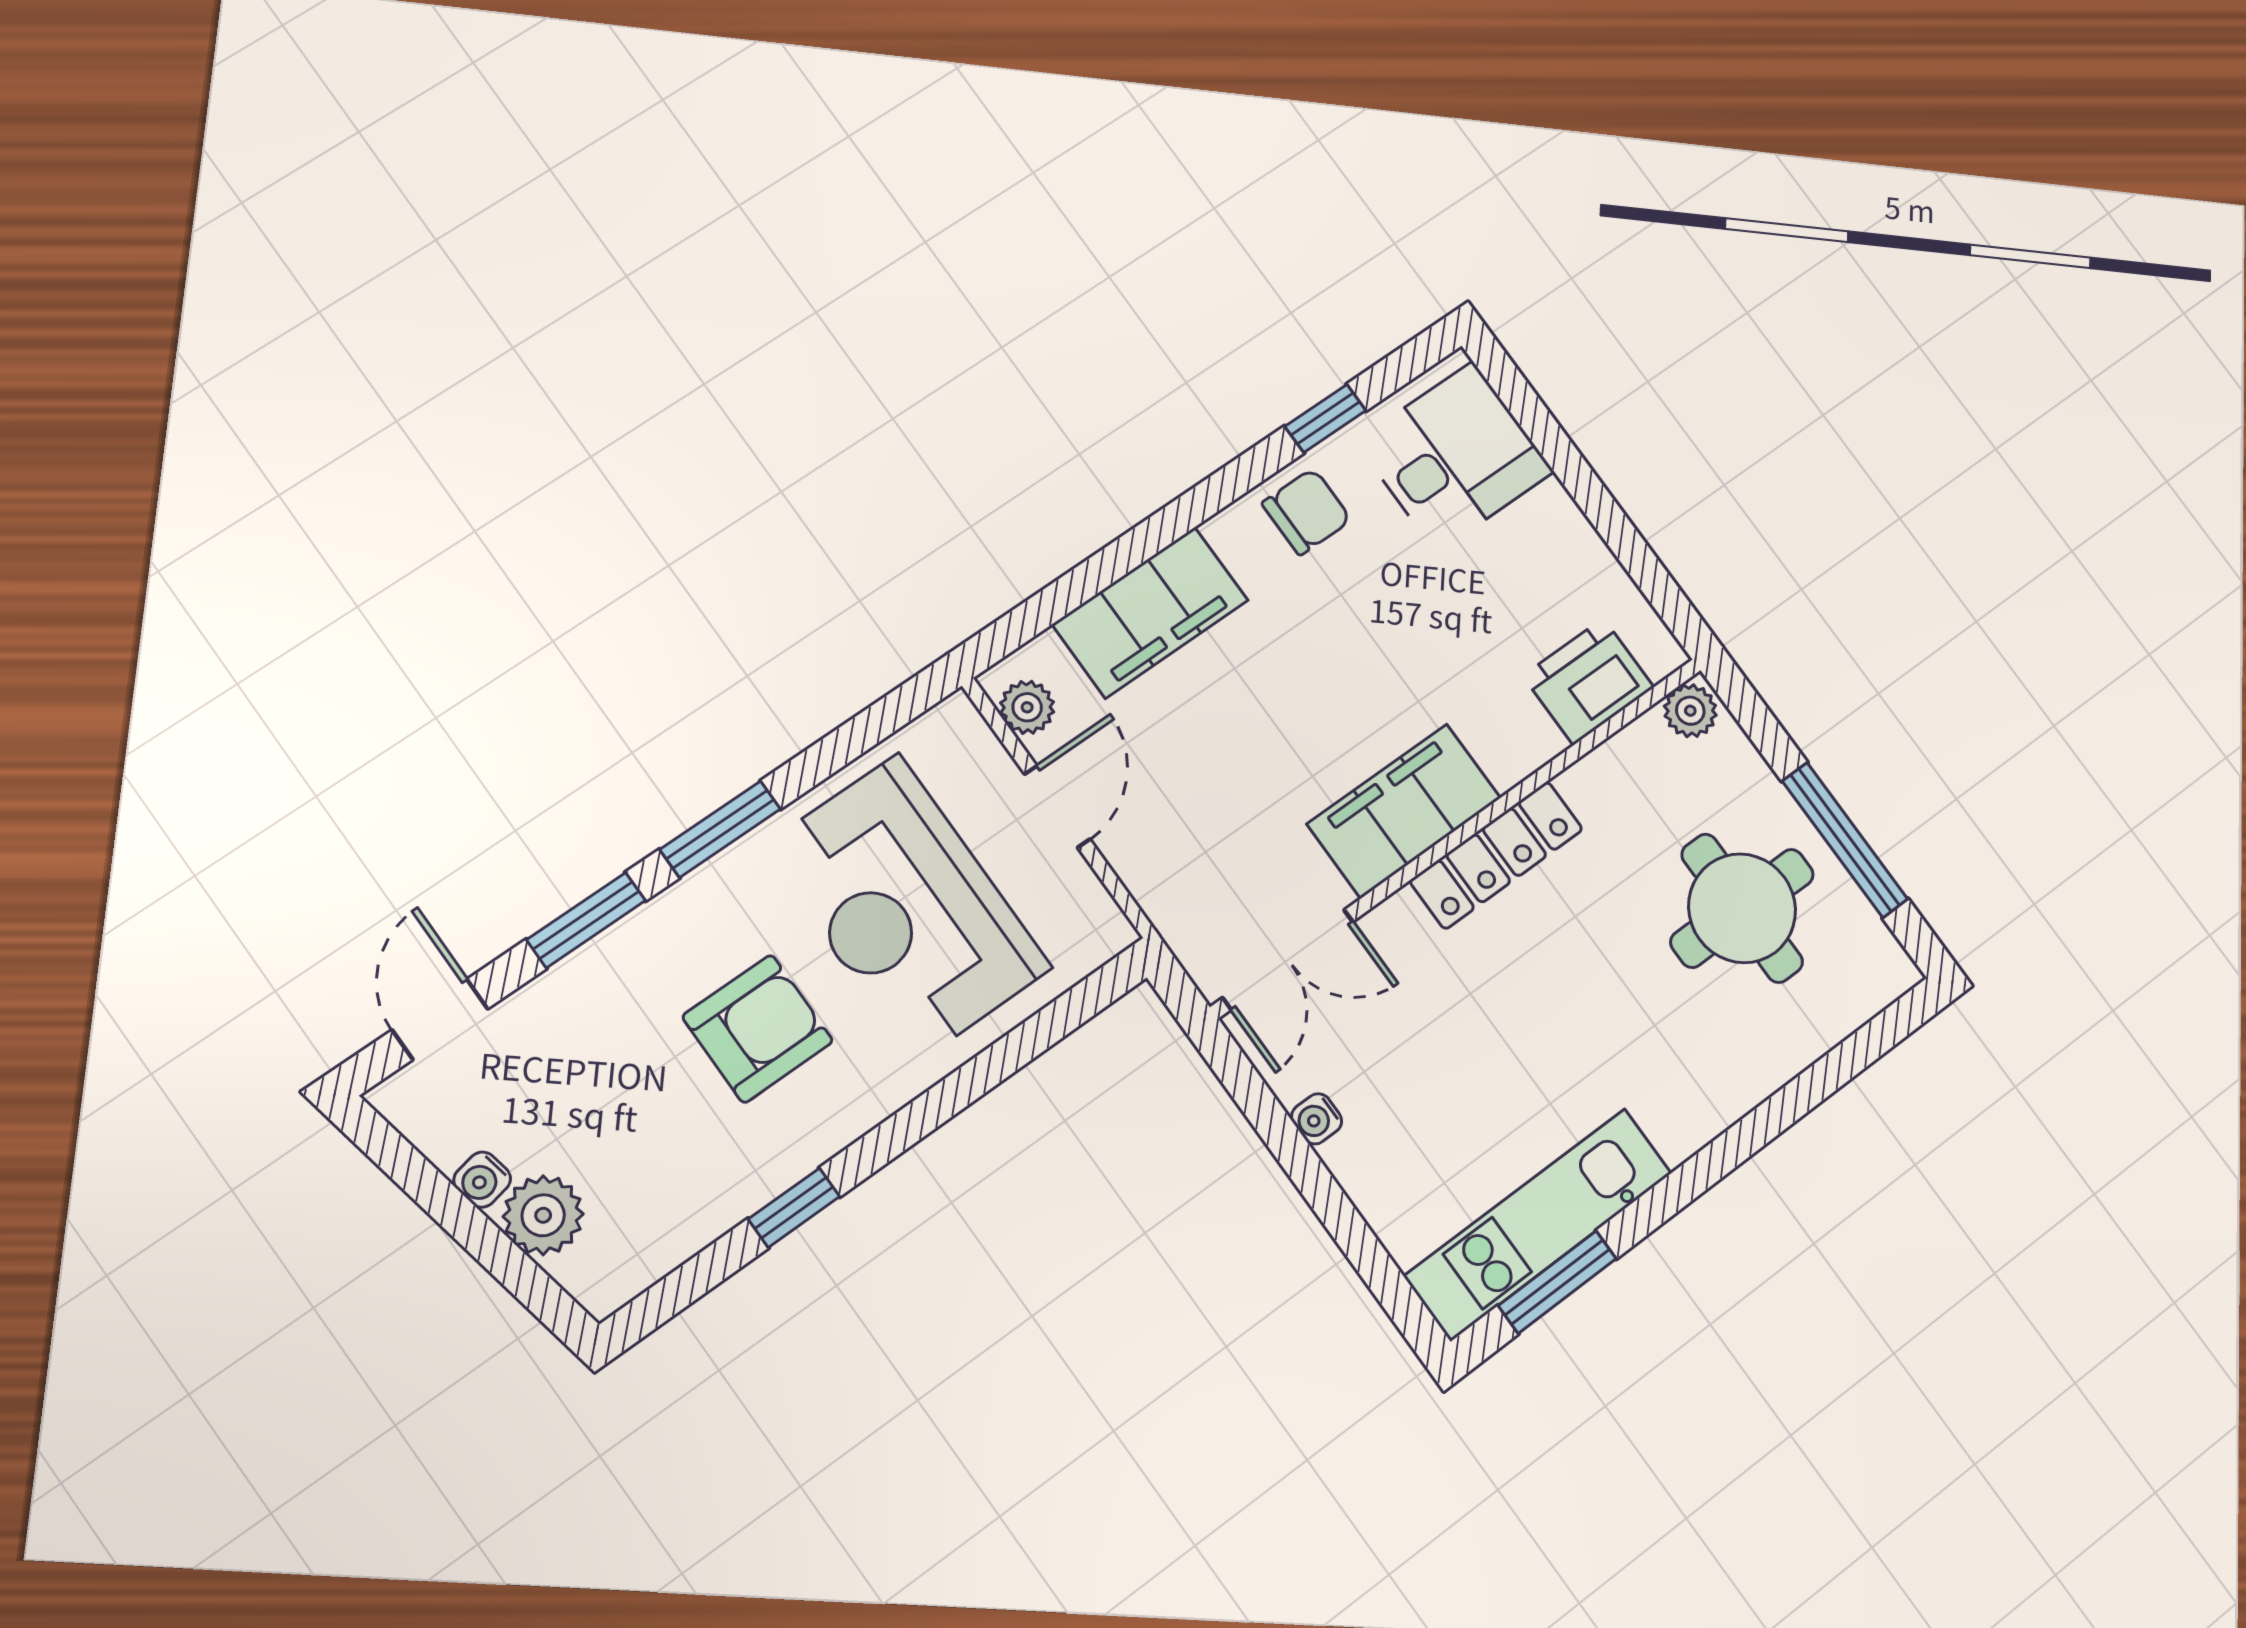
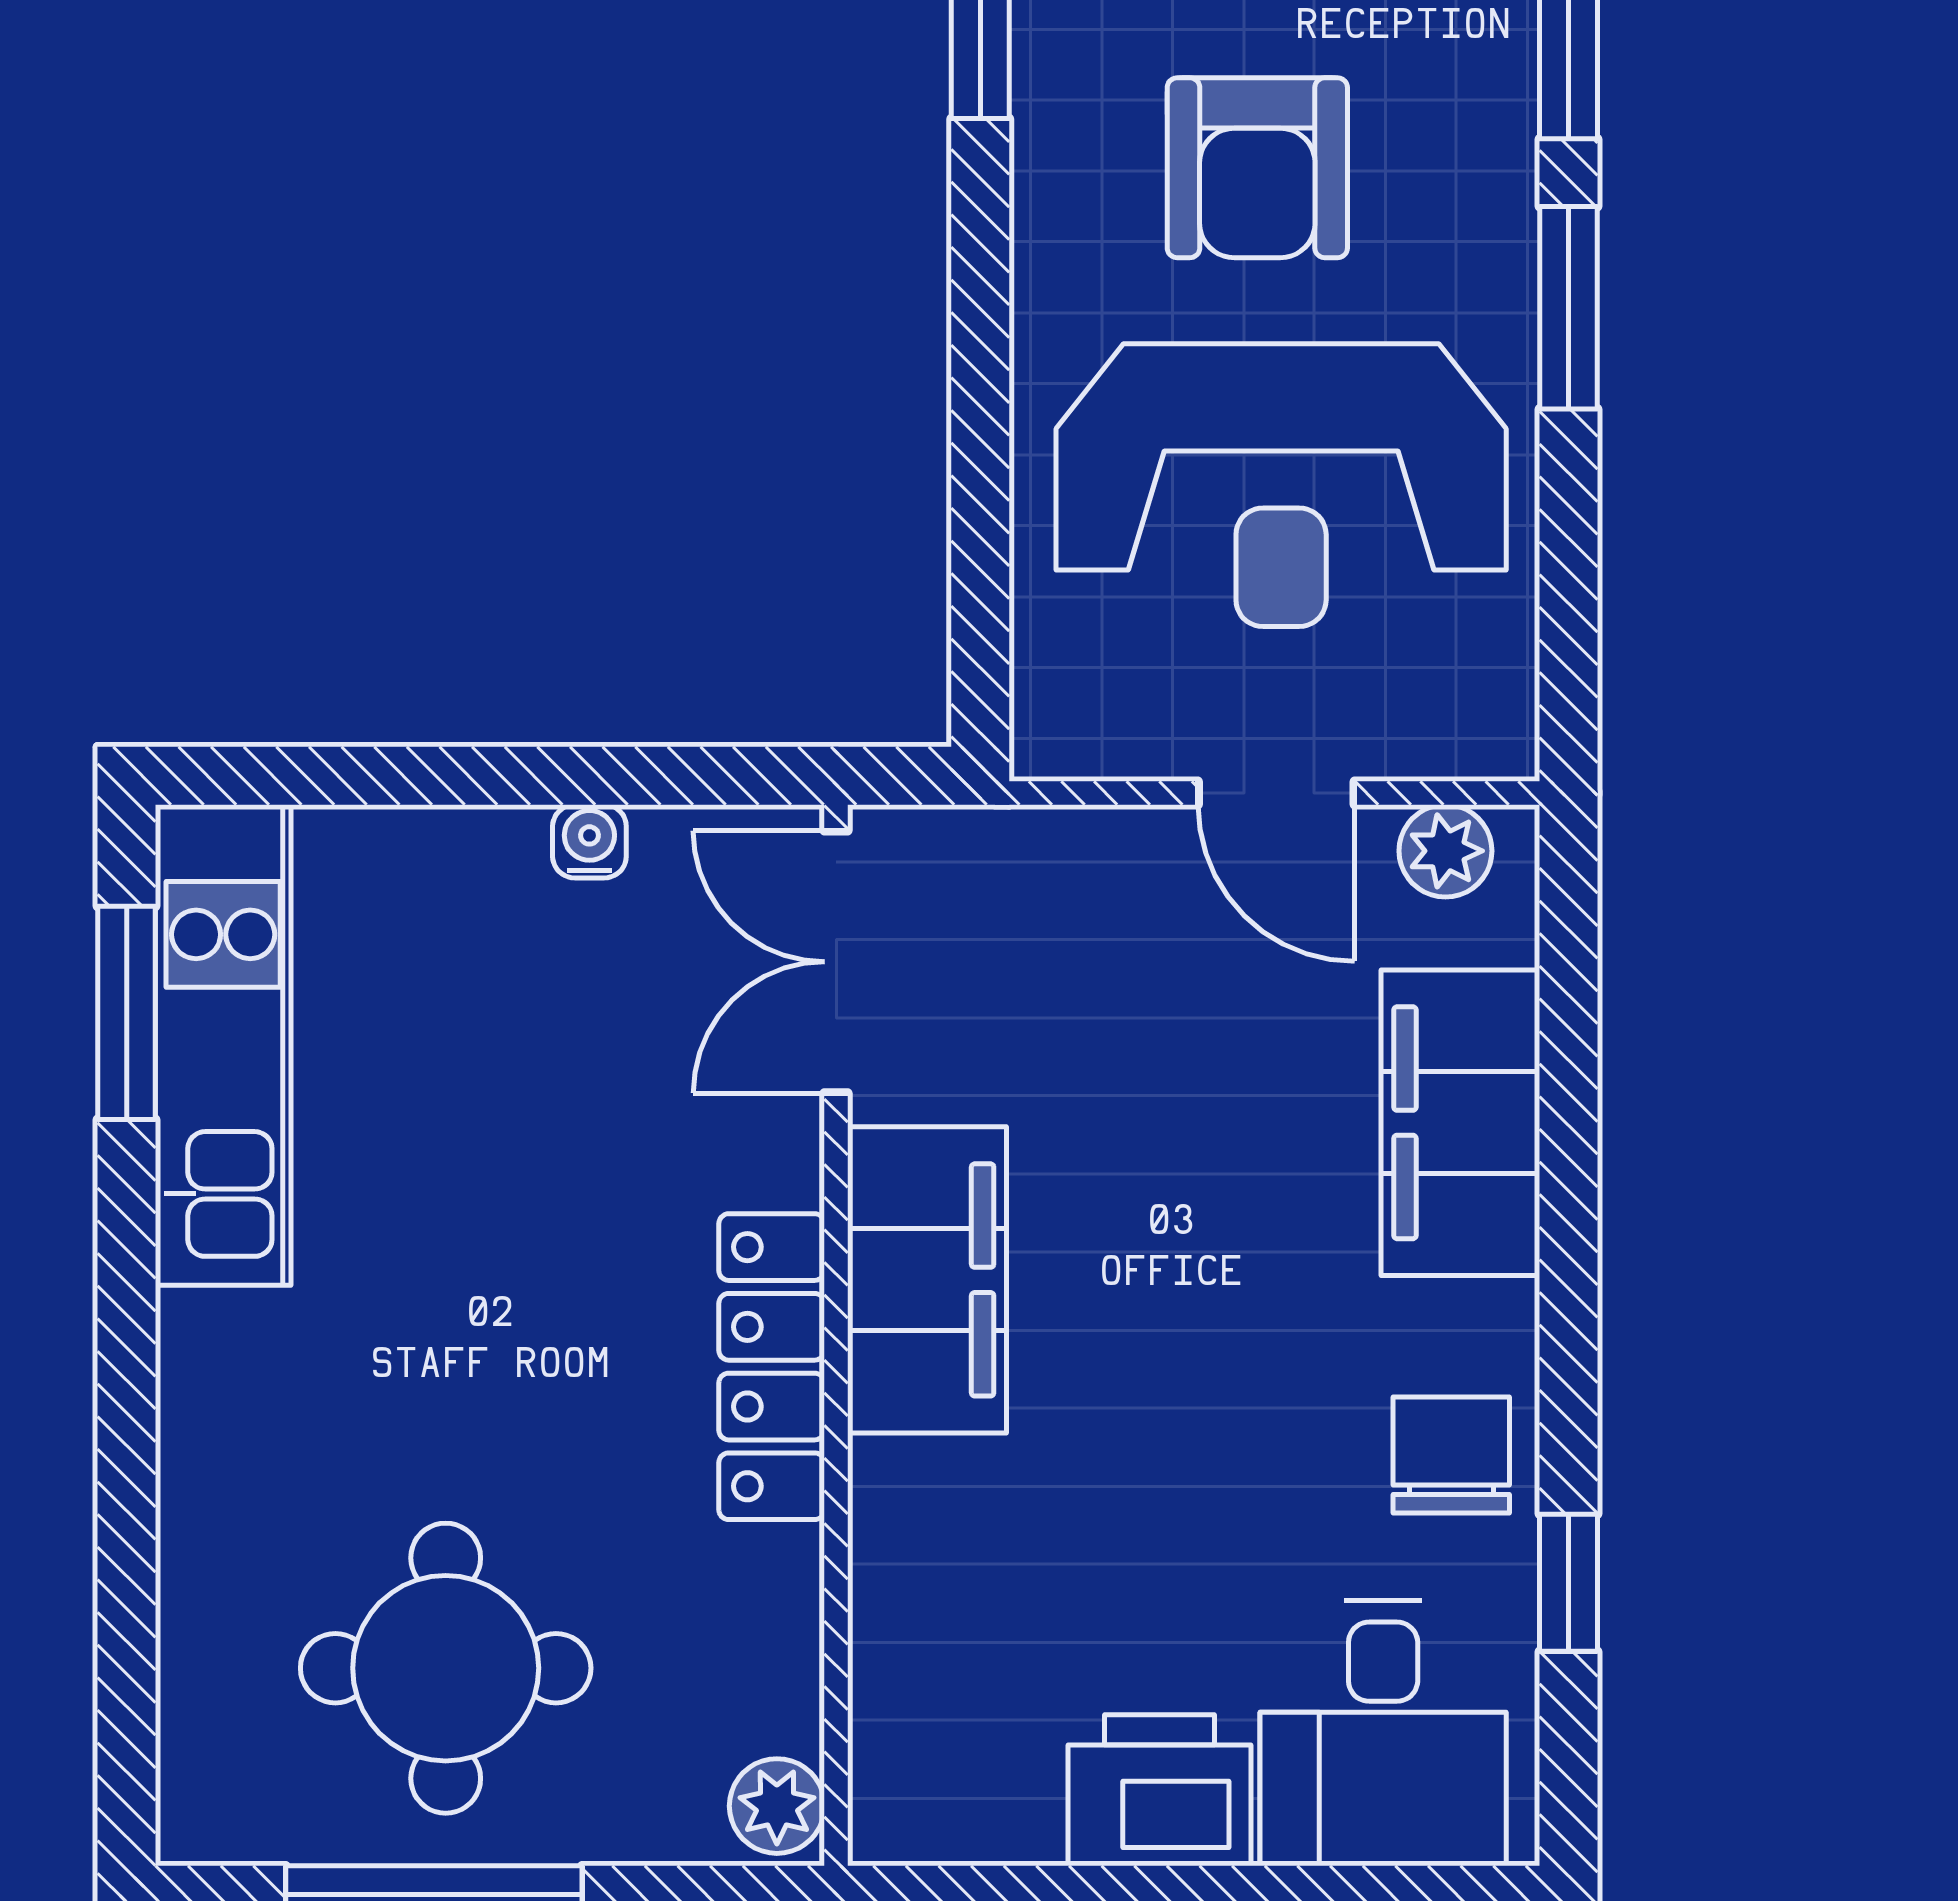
chair: (1307, 512) -> (1451, 1455), turned 180
printer: (1588, 681) -> (1159, 1790), moved, turned -90
reception desk: (907, 908) -> (1281, 485), turned 180

